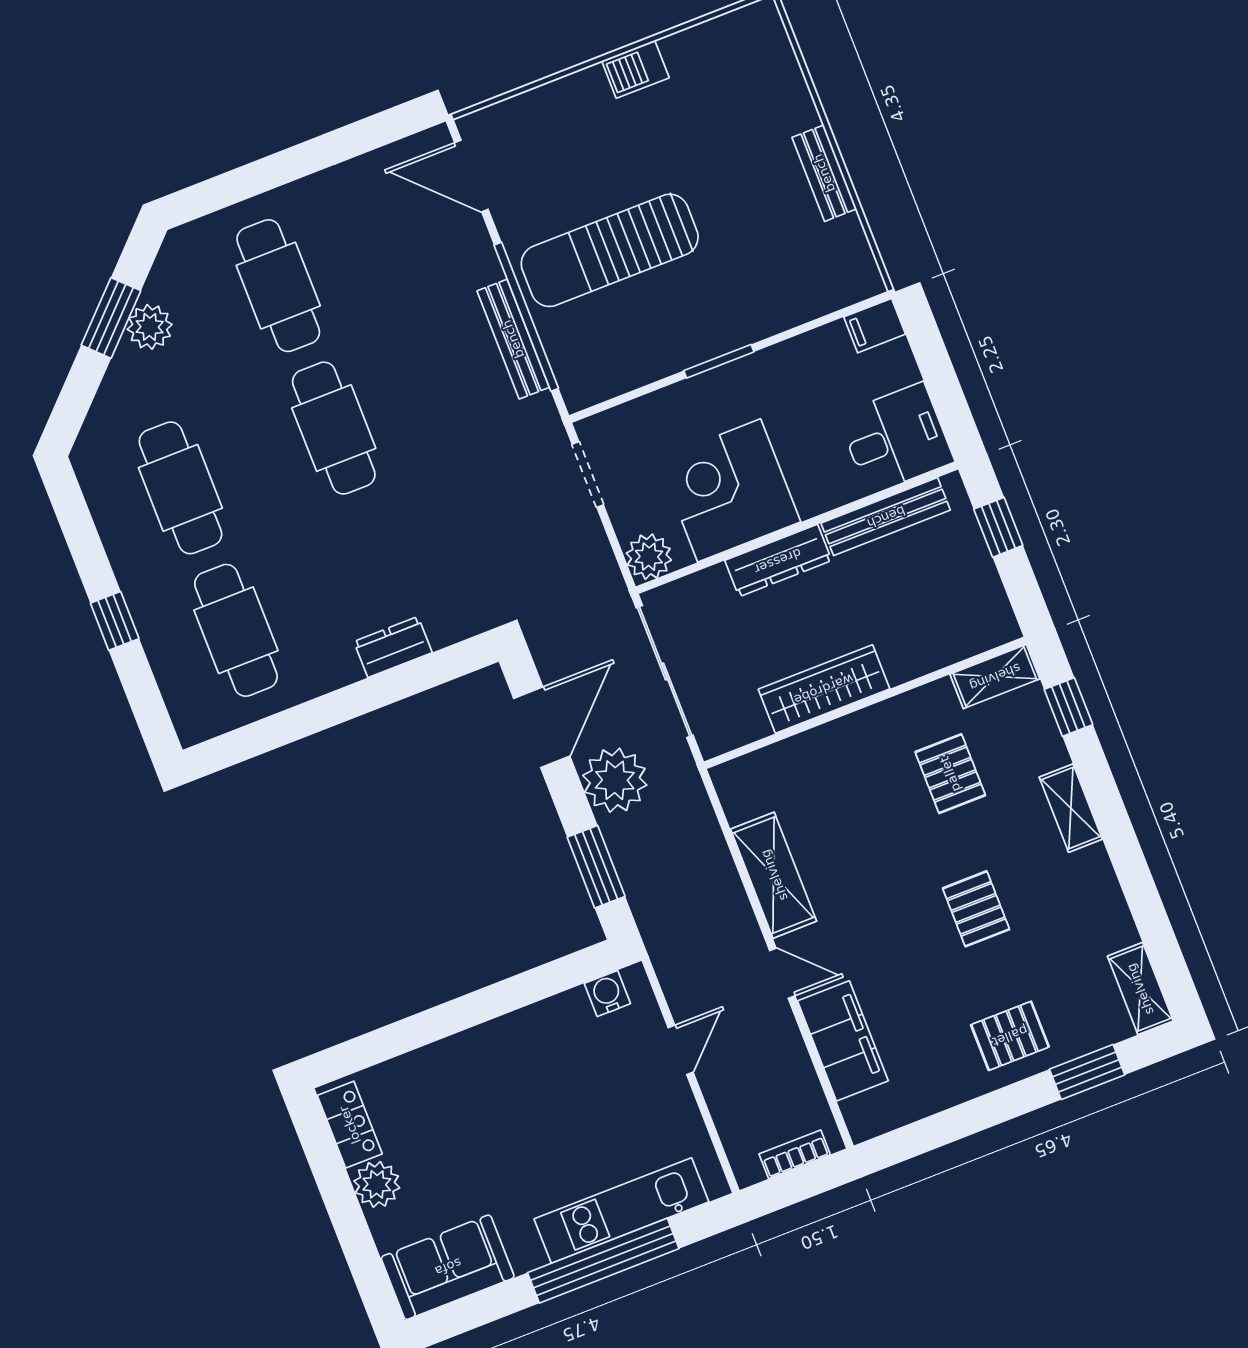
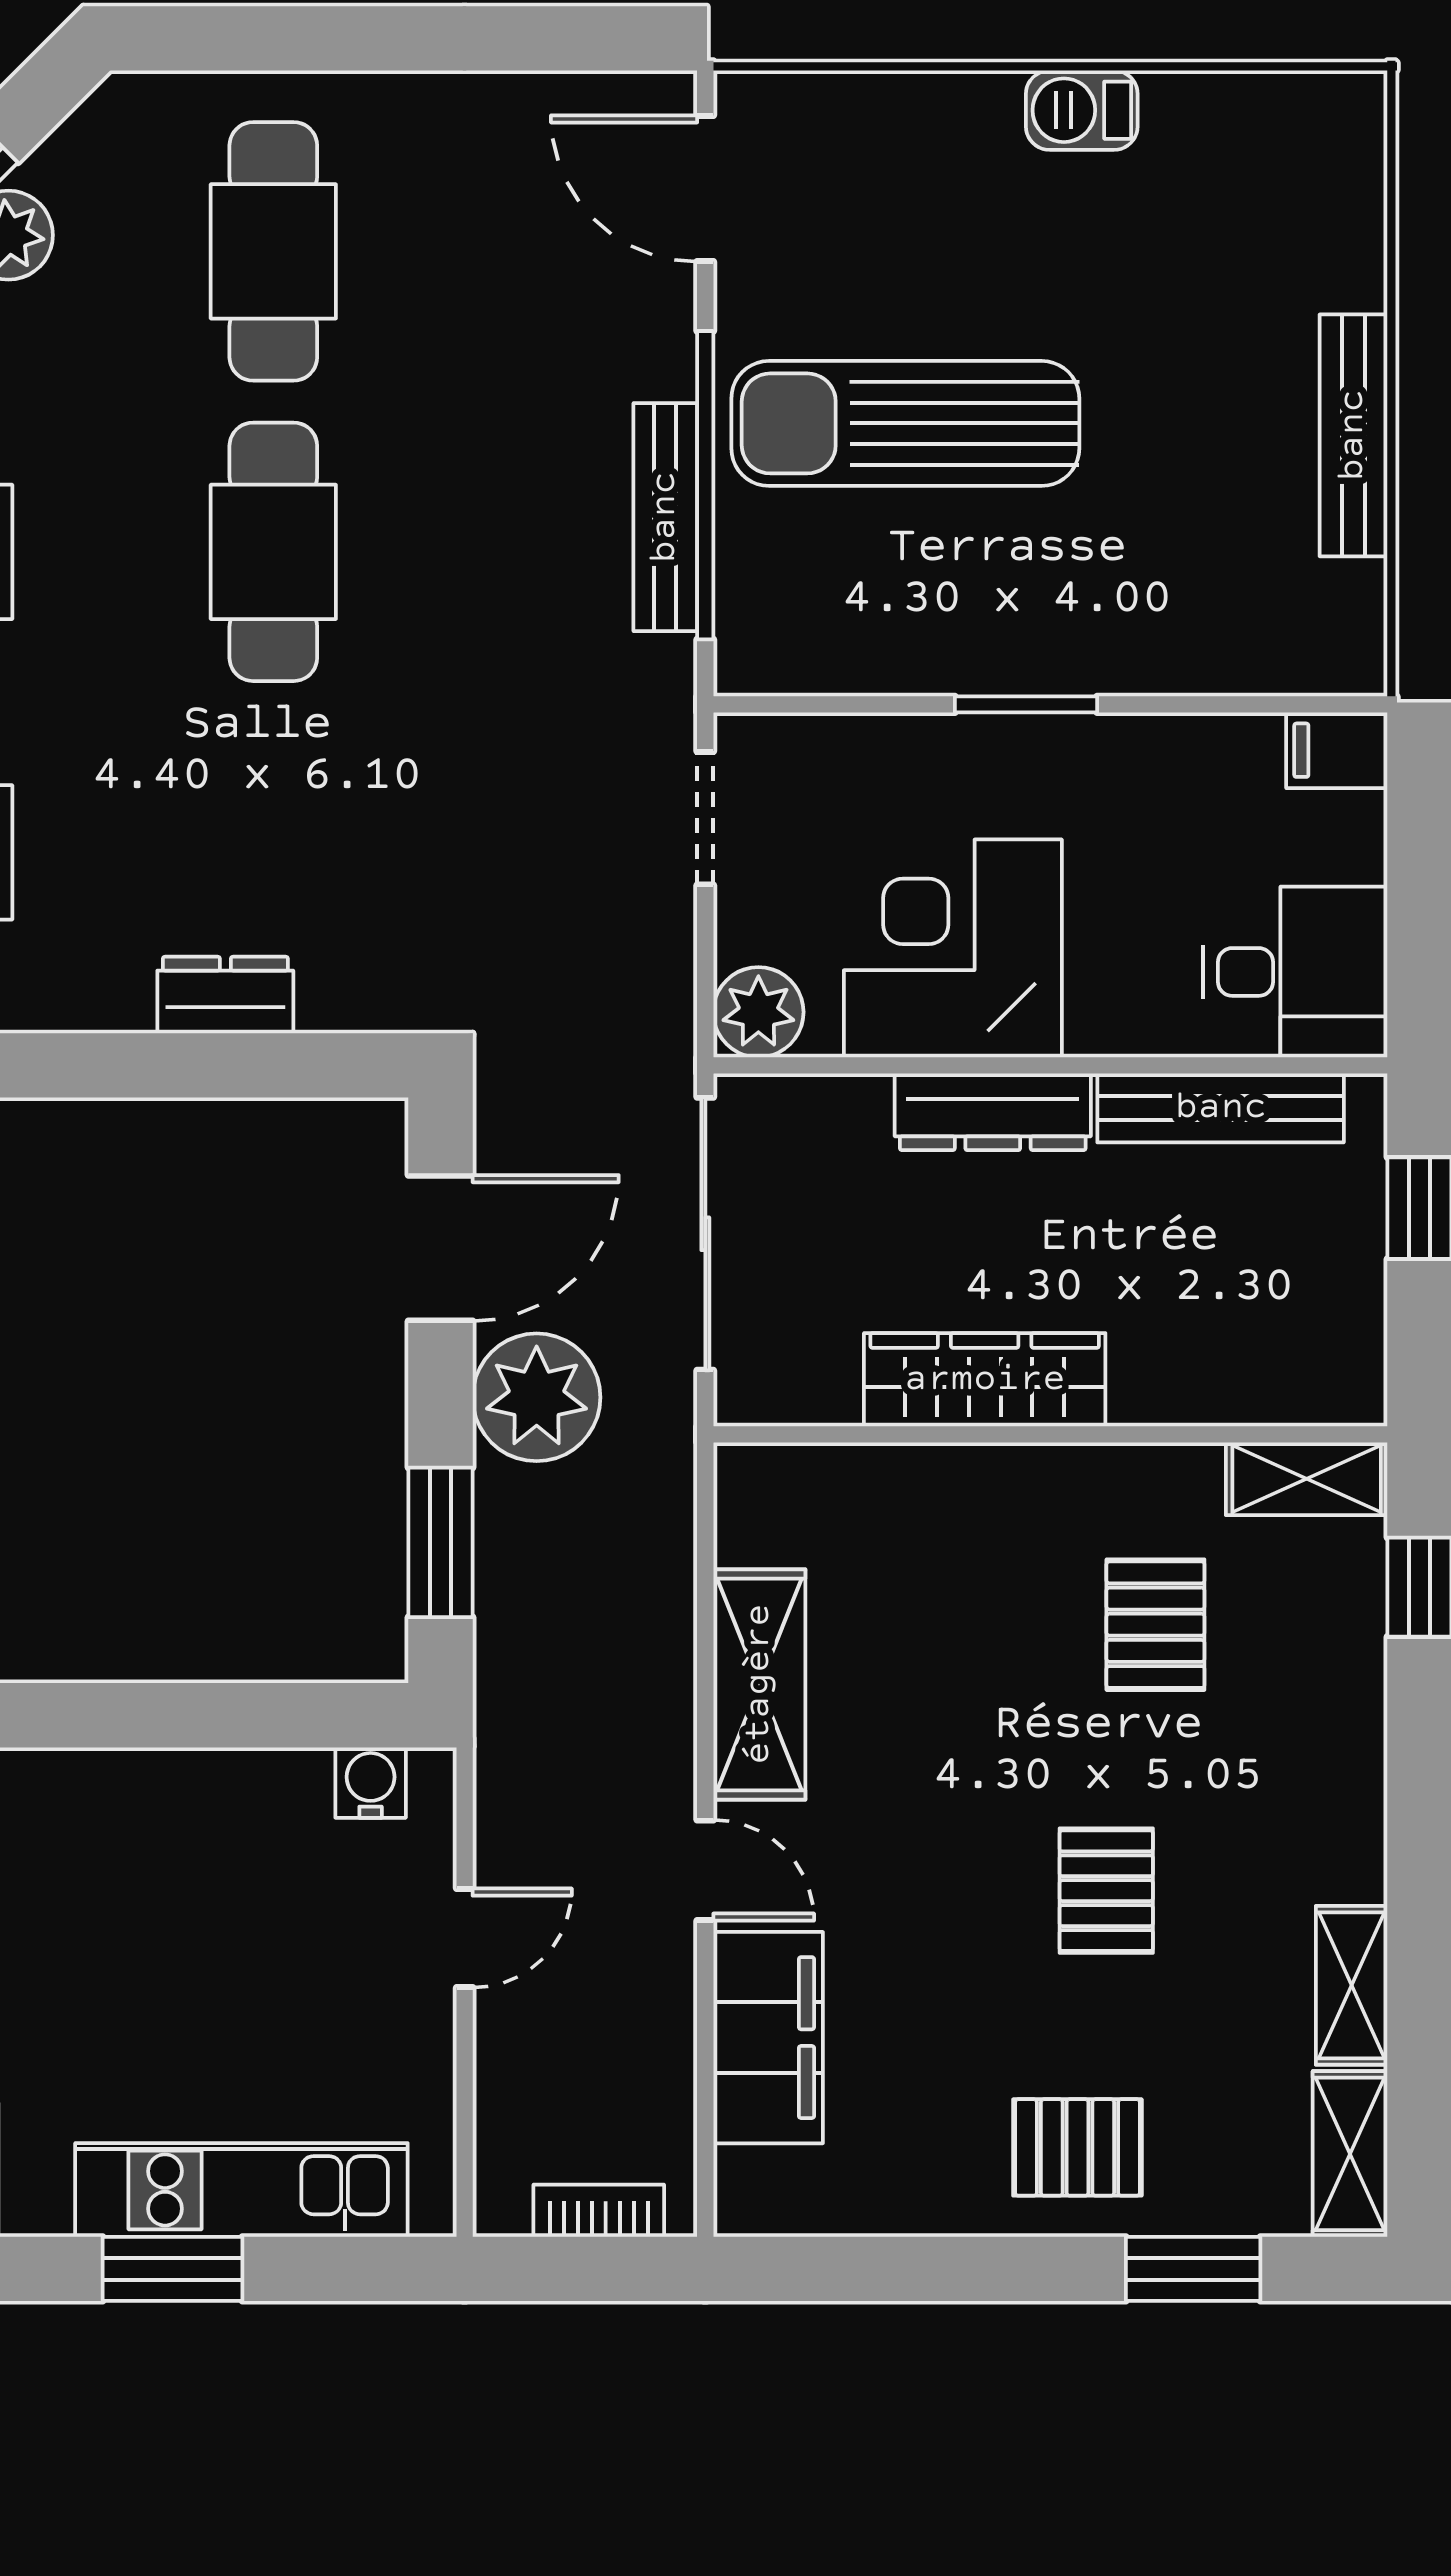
bench: (824, 173) -> (1353, 435), width x1.36
shelving: (1071, 808) -> (1352, 1985), moved
window: (603, 1261) -> (172, 2269), width x0.47

